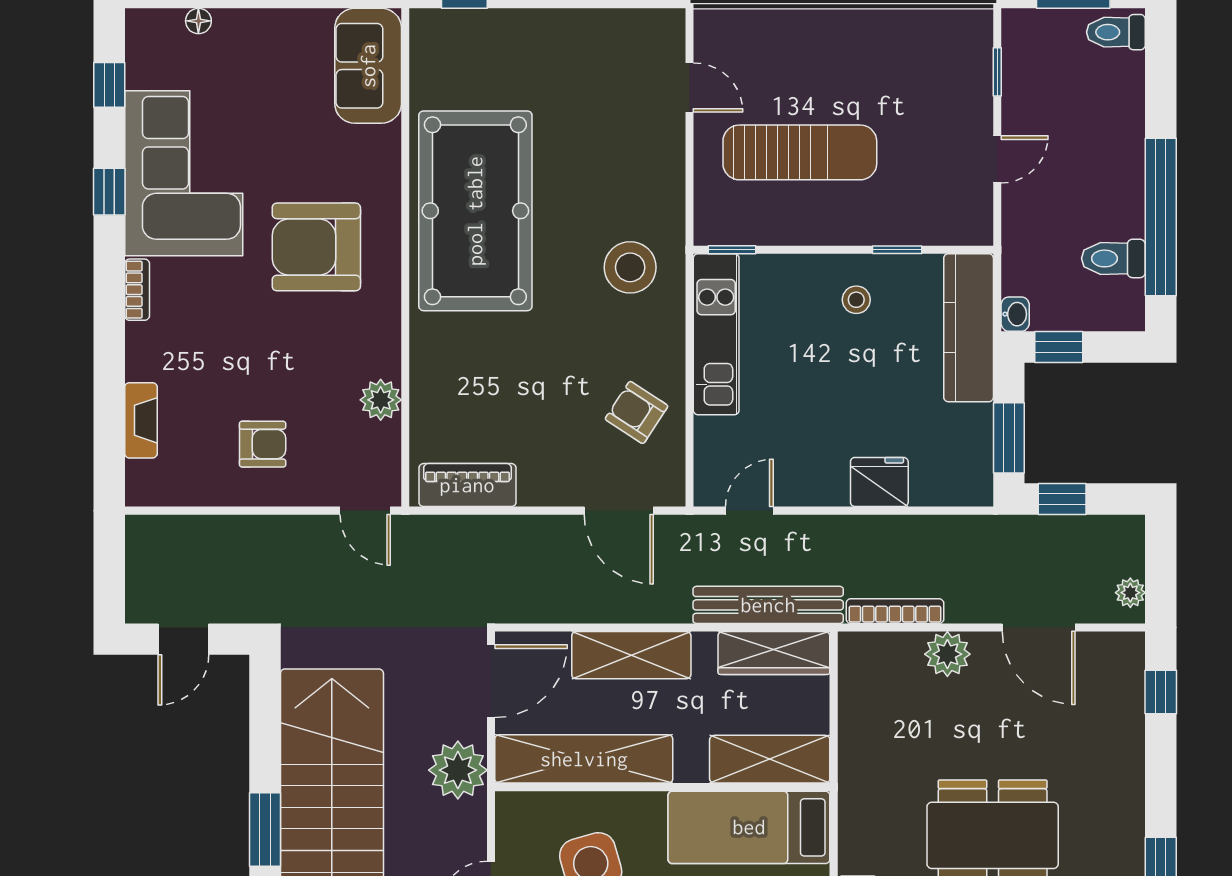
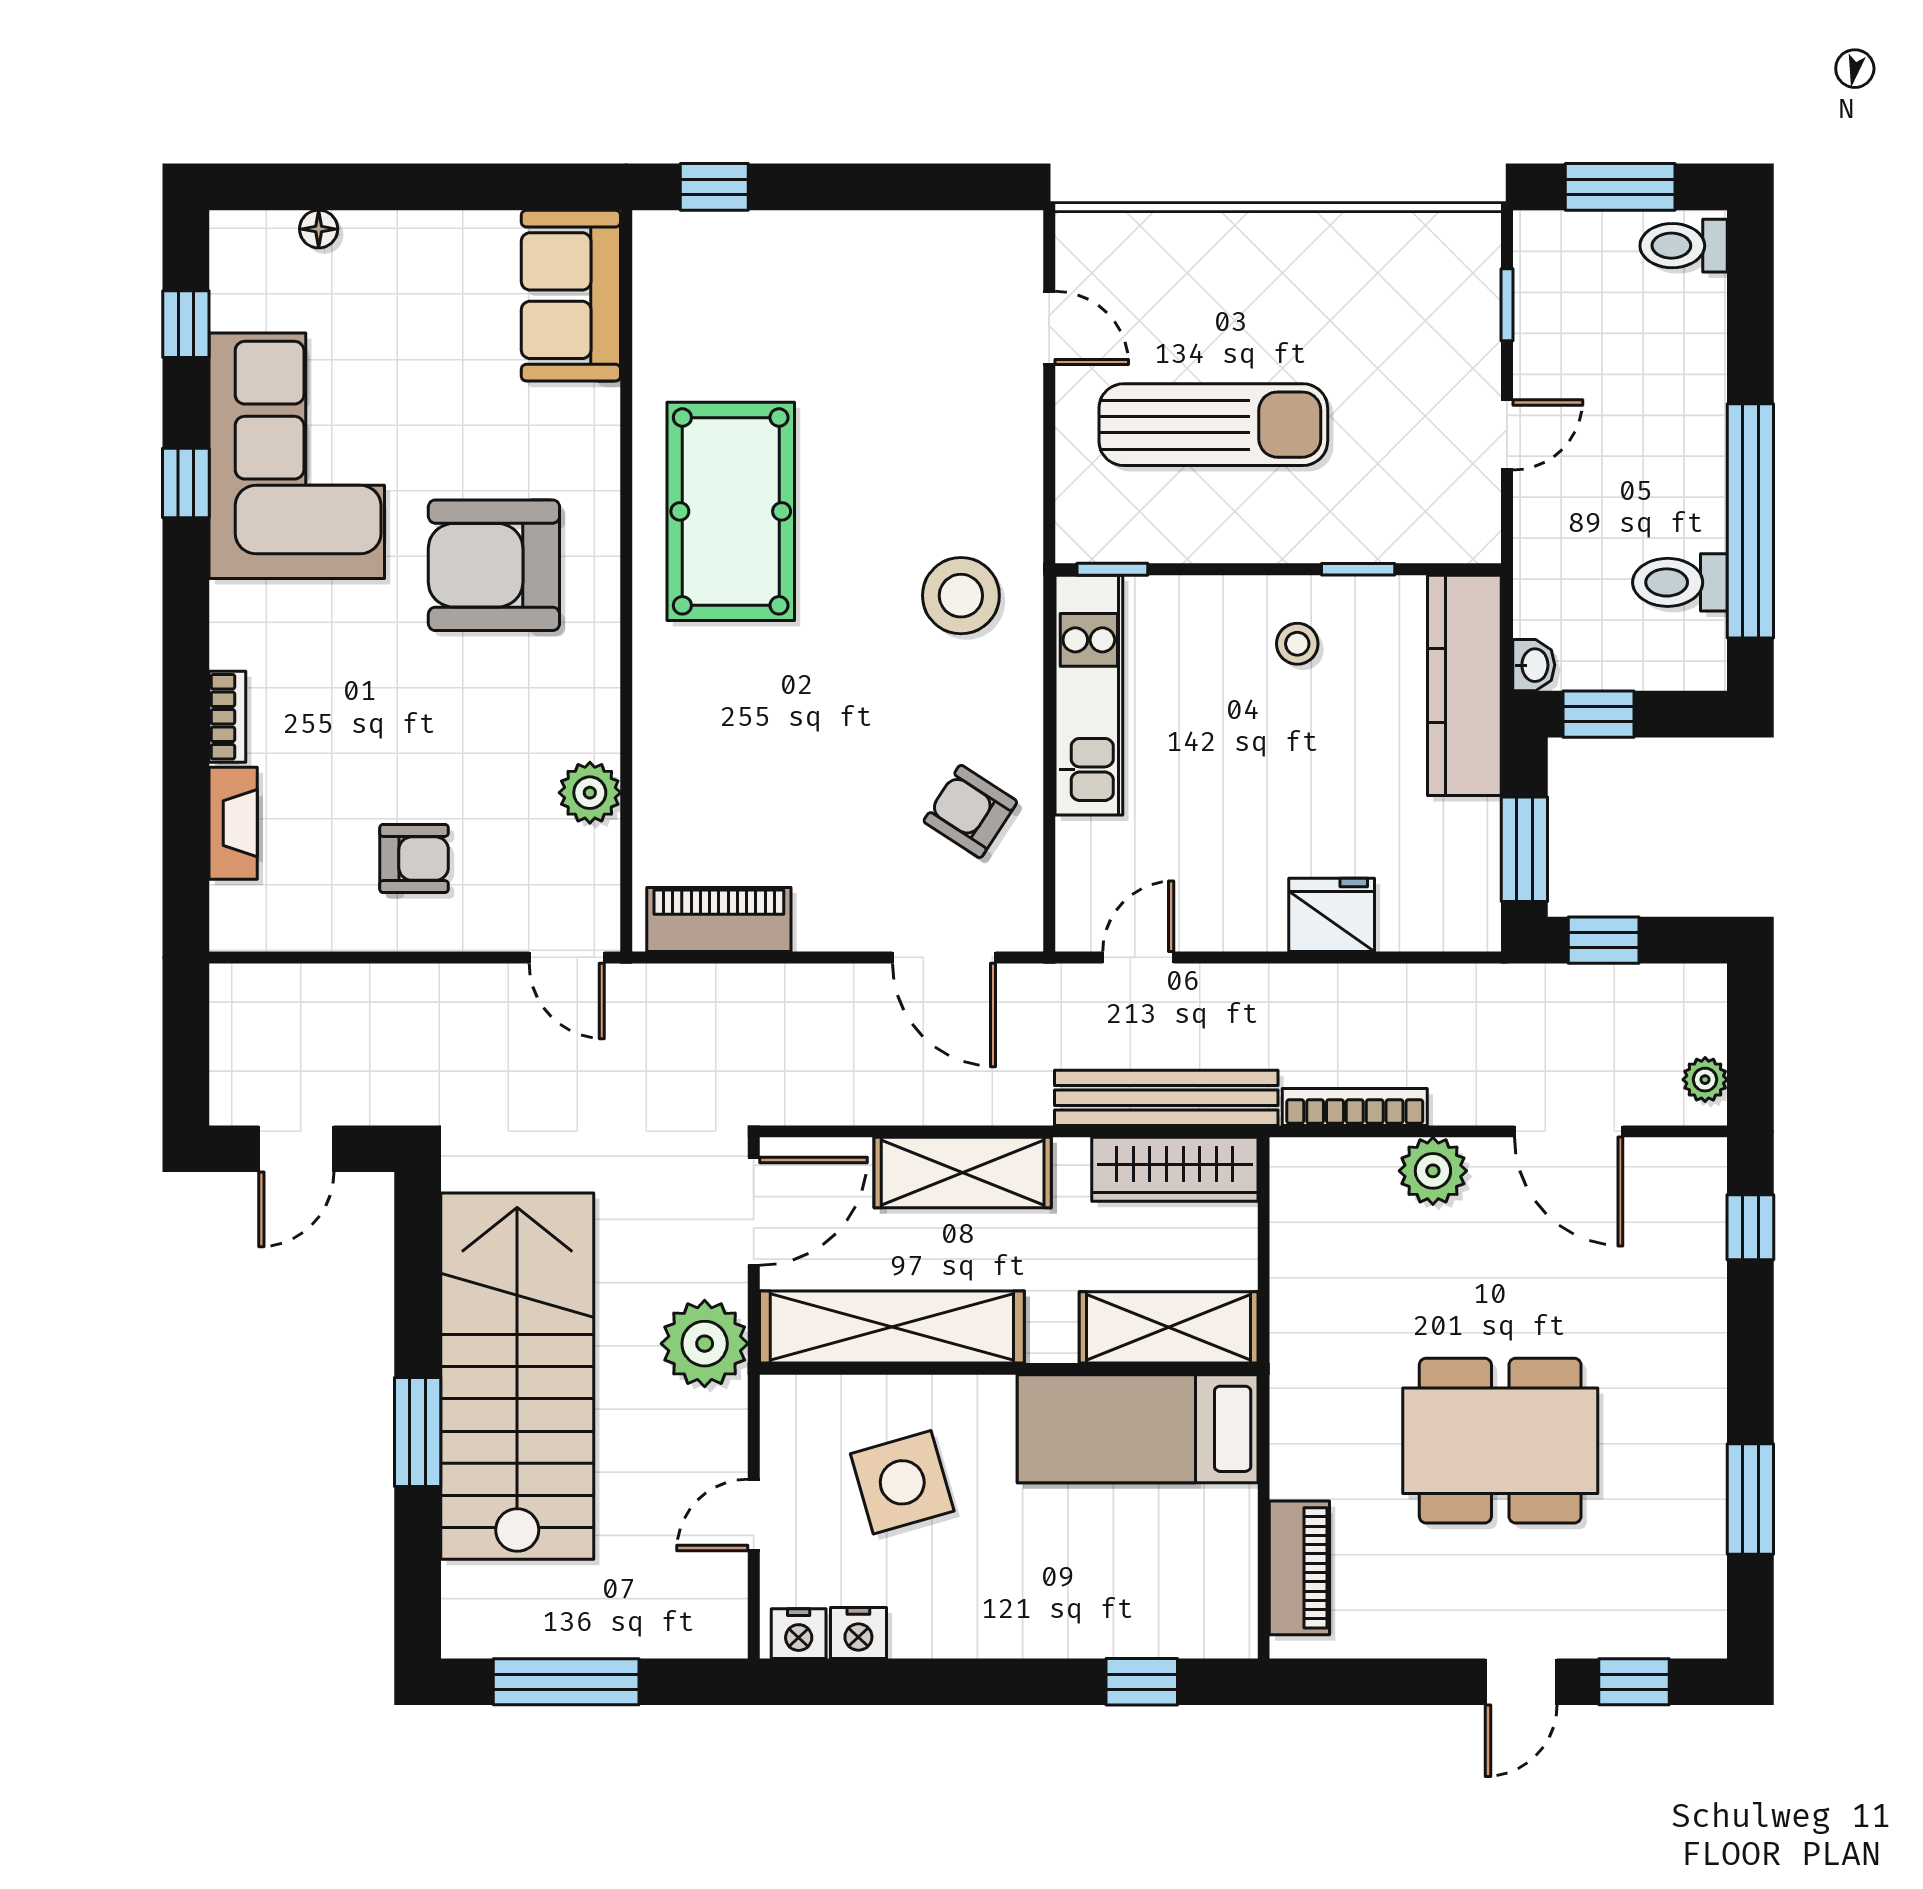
pool table: (475, 211) -> (731, 511), width x0.73, depth x0.76
bookcase: (137, 290) -> (227, 717), moved

